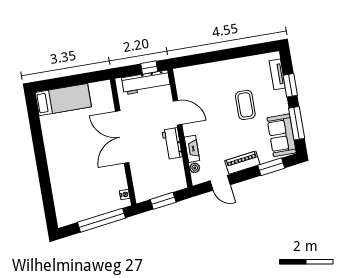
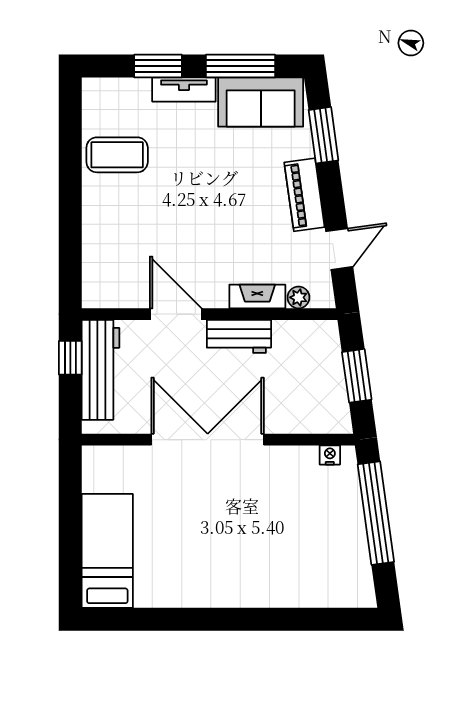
tv unit: (277, 74) -> (184, 90), moved
coffee table: (245, 105) -> (117, 155), moved
door: (177, 113) -> (176, 314), hinge flipped
double door: (122, 137) -> (208, 440), swing flipped

